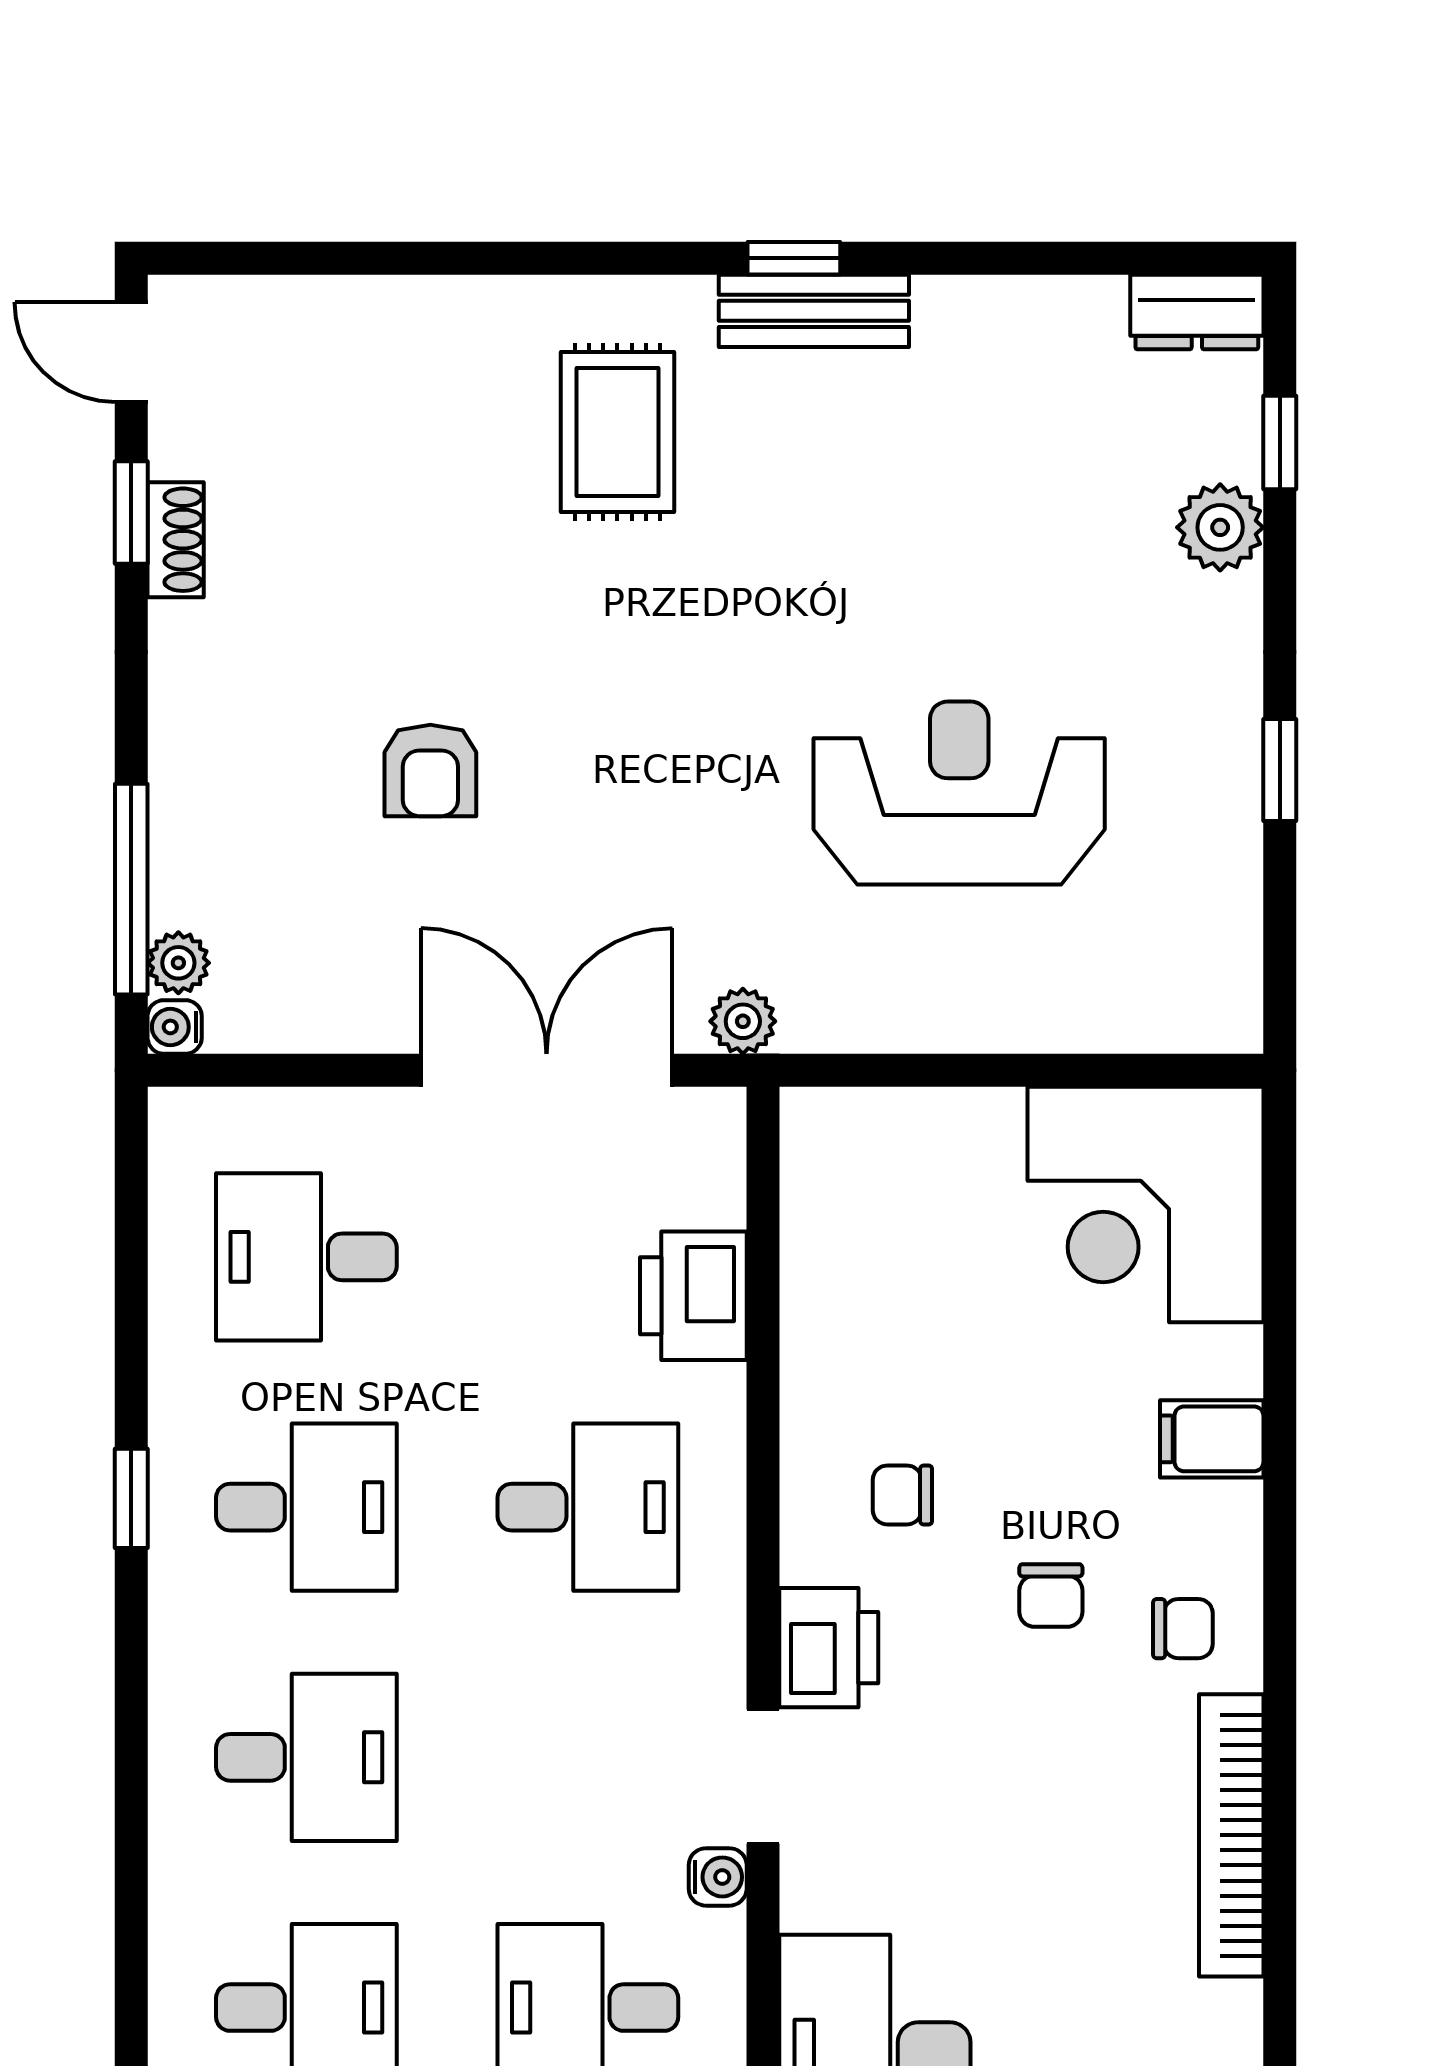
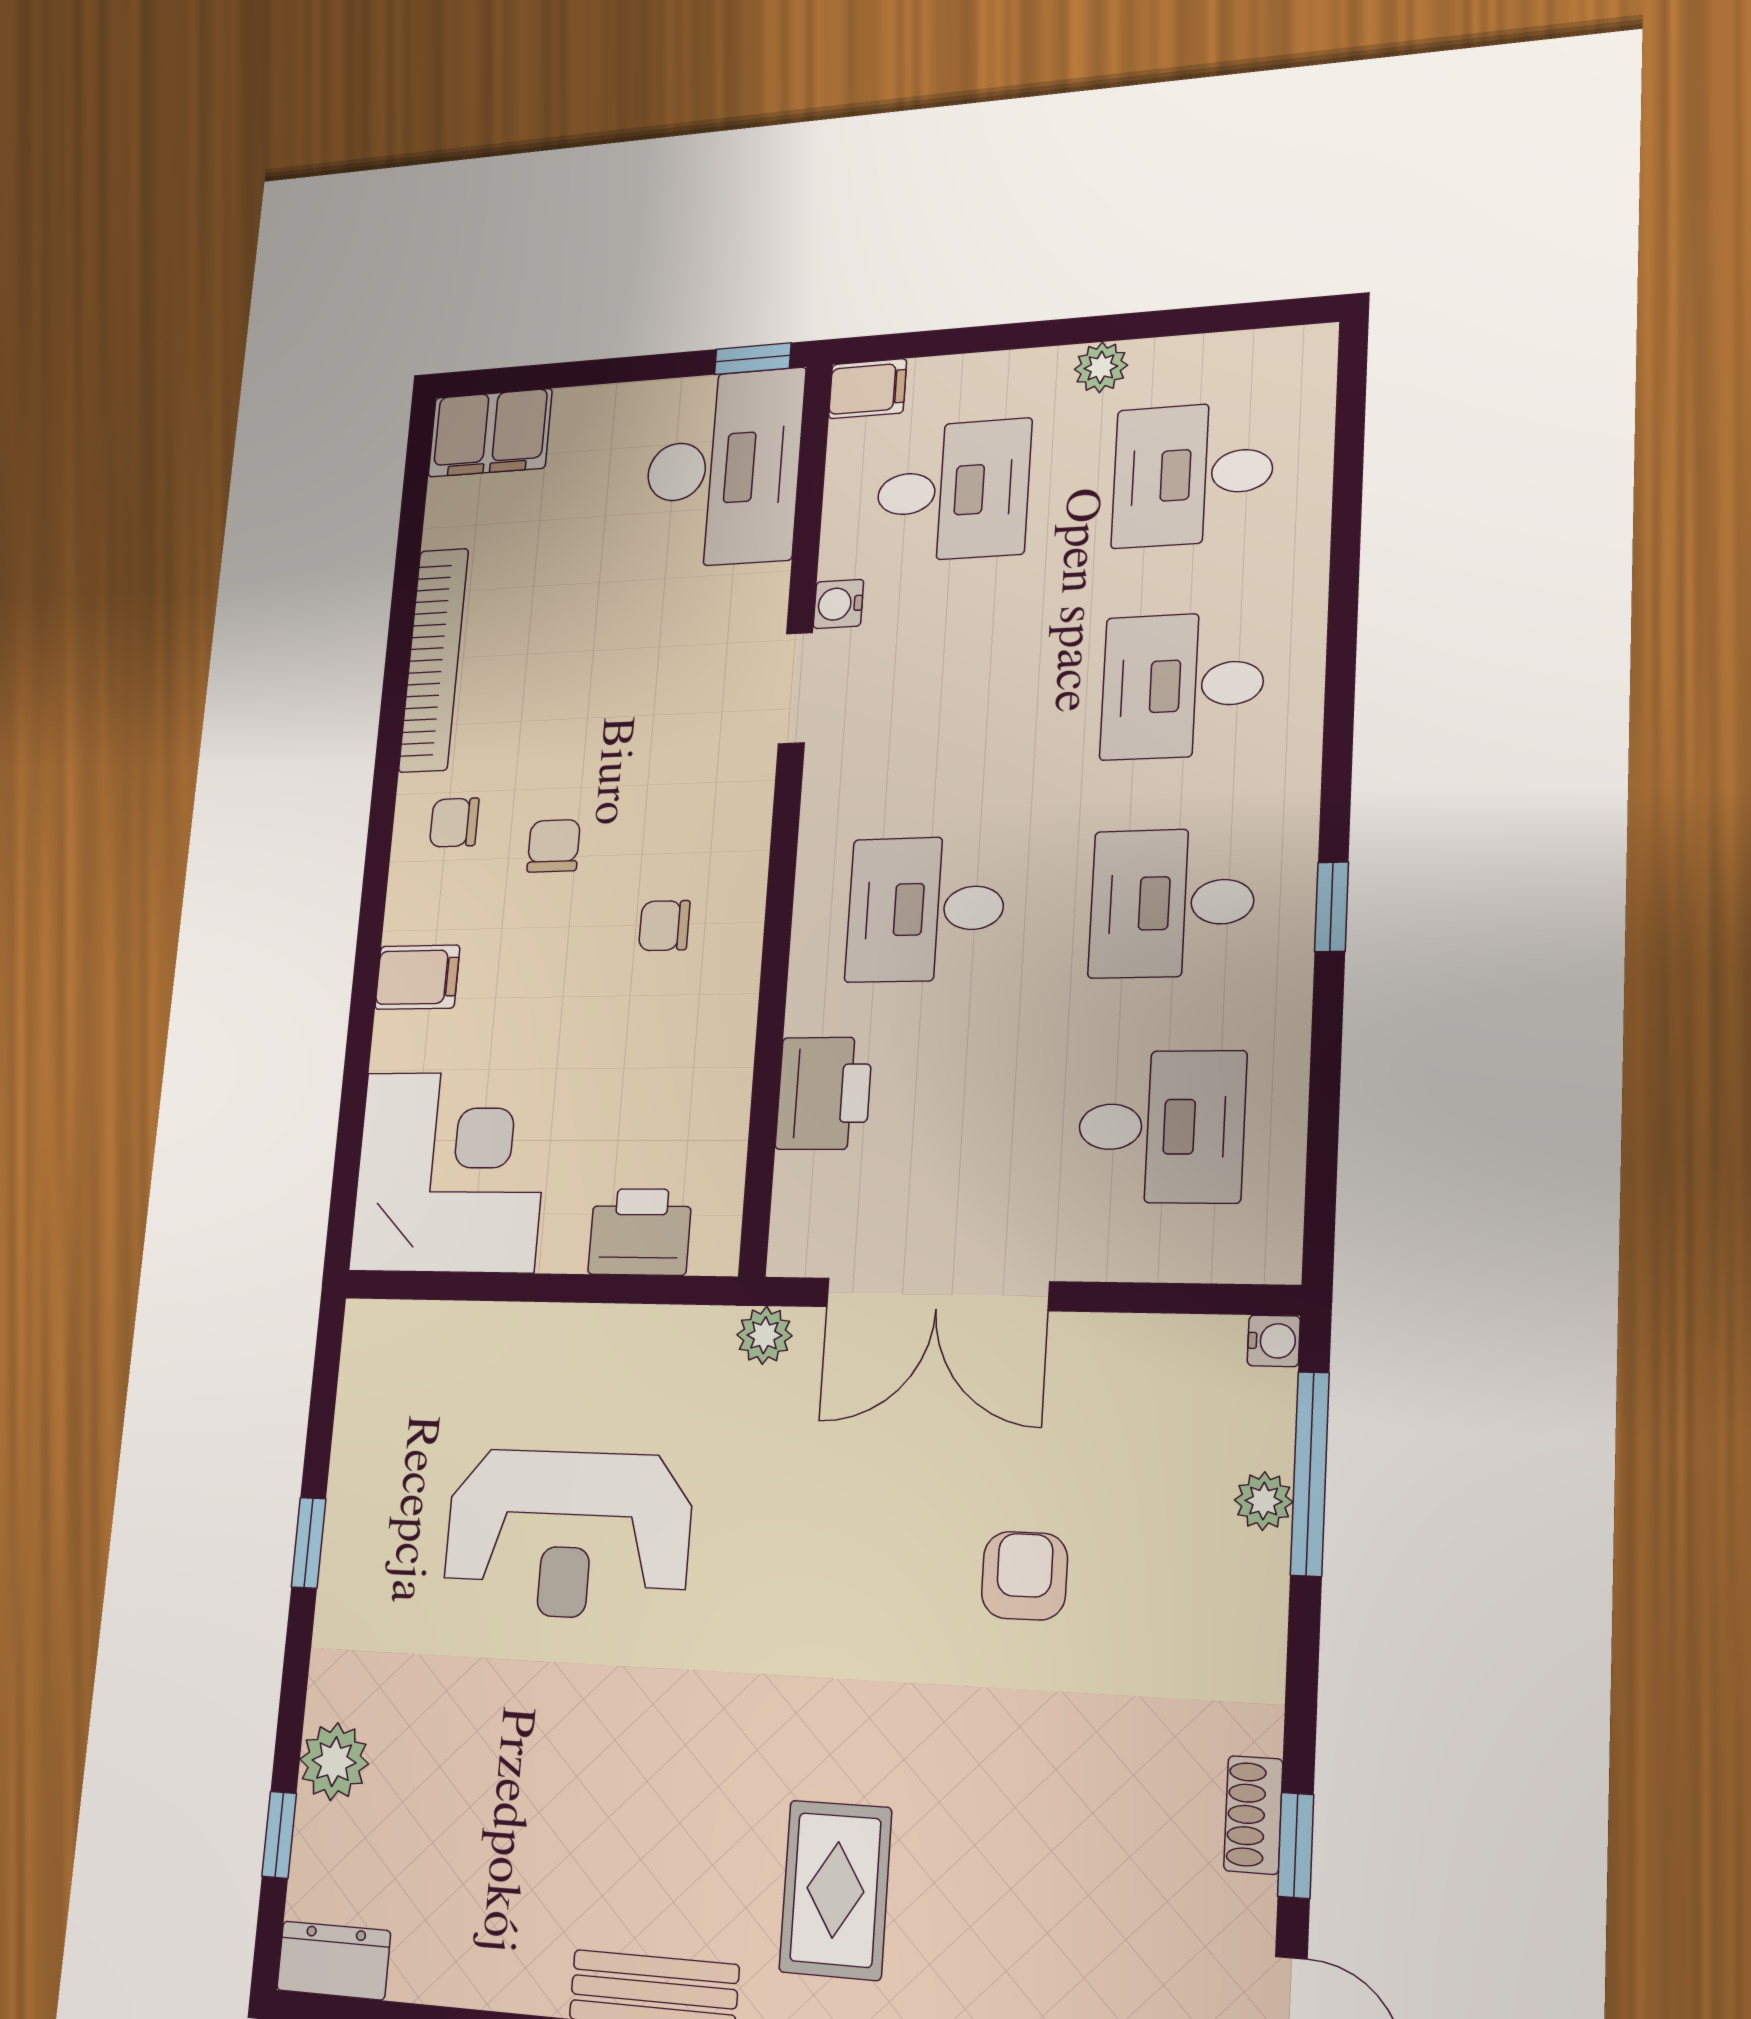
plant: (178, 963) -> (1264, 1501), moved
chair: (902, 1495) -> (664, 926), turned 180
printer: (829, 1648) -> (640, 1232), moved, turned 90

